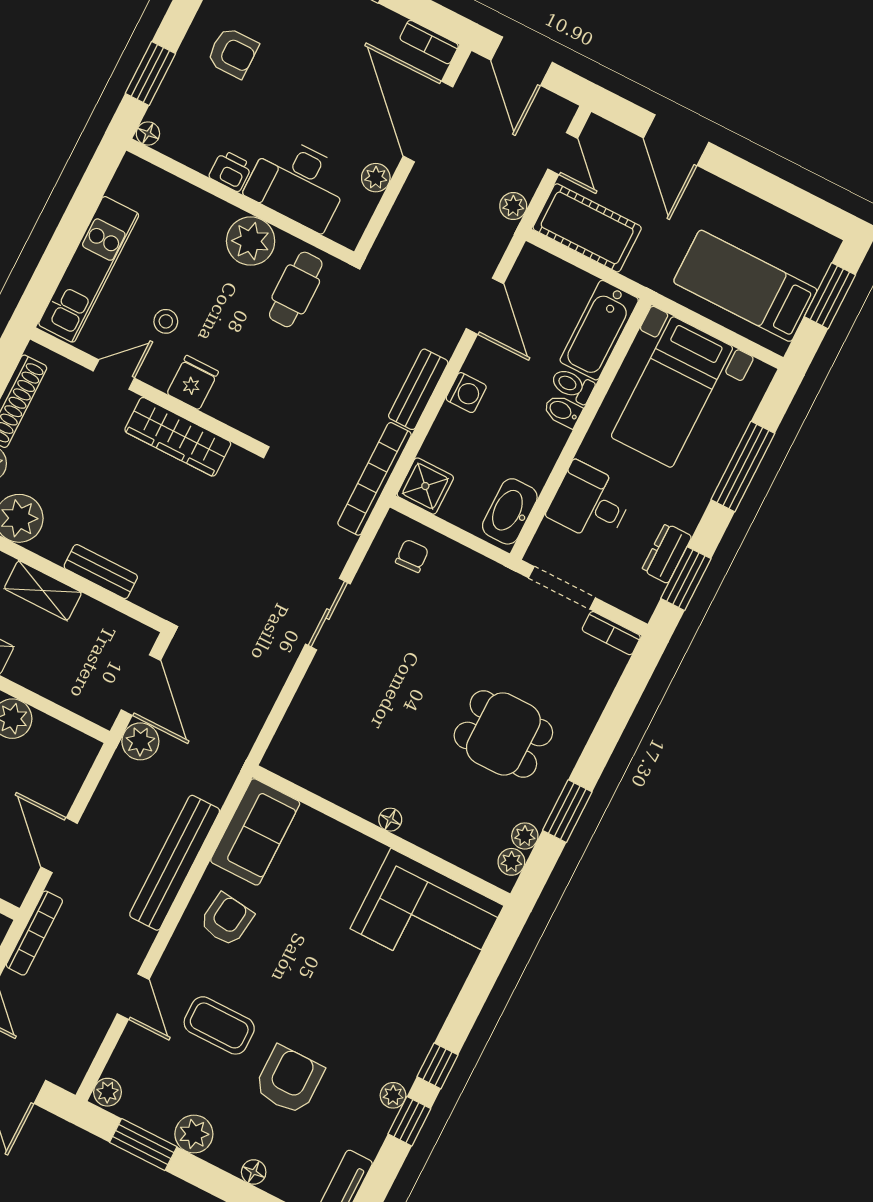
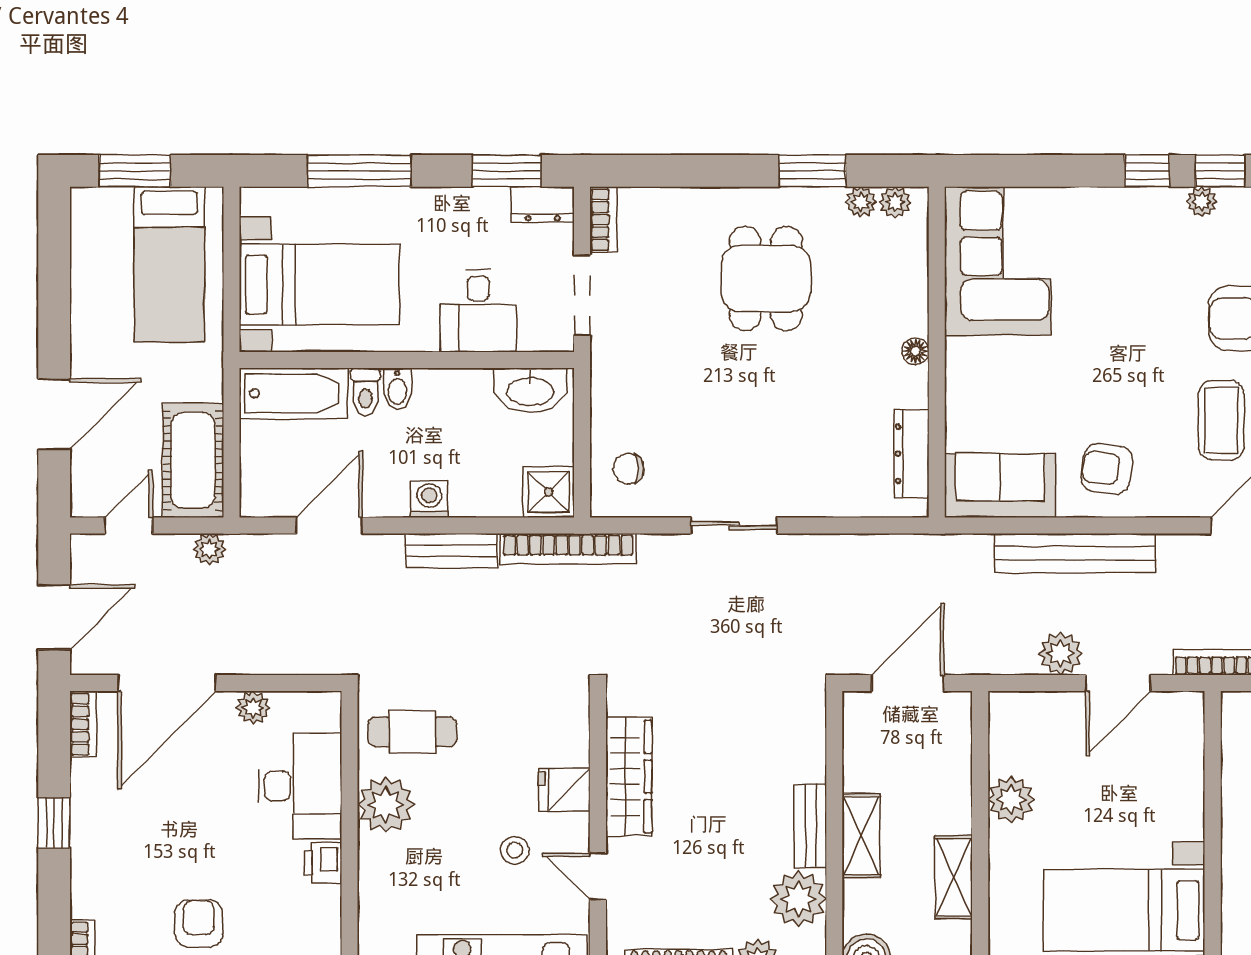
dresser: (667, 553) -> (543, 204), moved
bench: (101, 572) -> (810, 826), moved
plant: (140, 741) -> (1061, 654), moved
dresser: (314, 777) -> (912, 454), added

